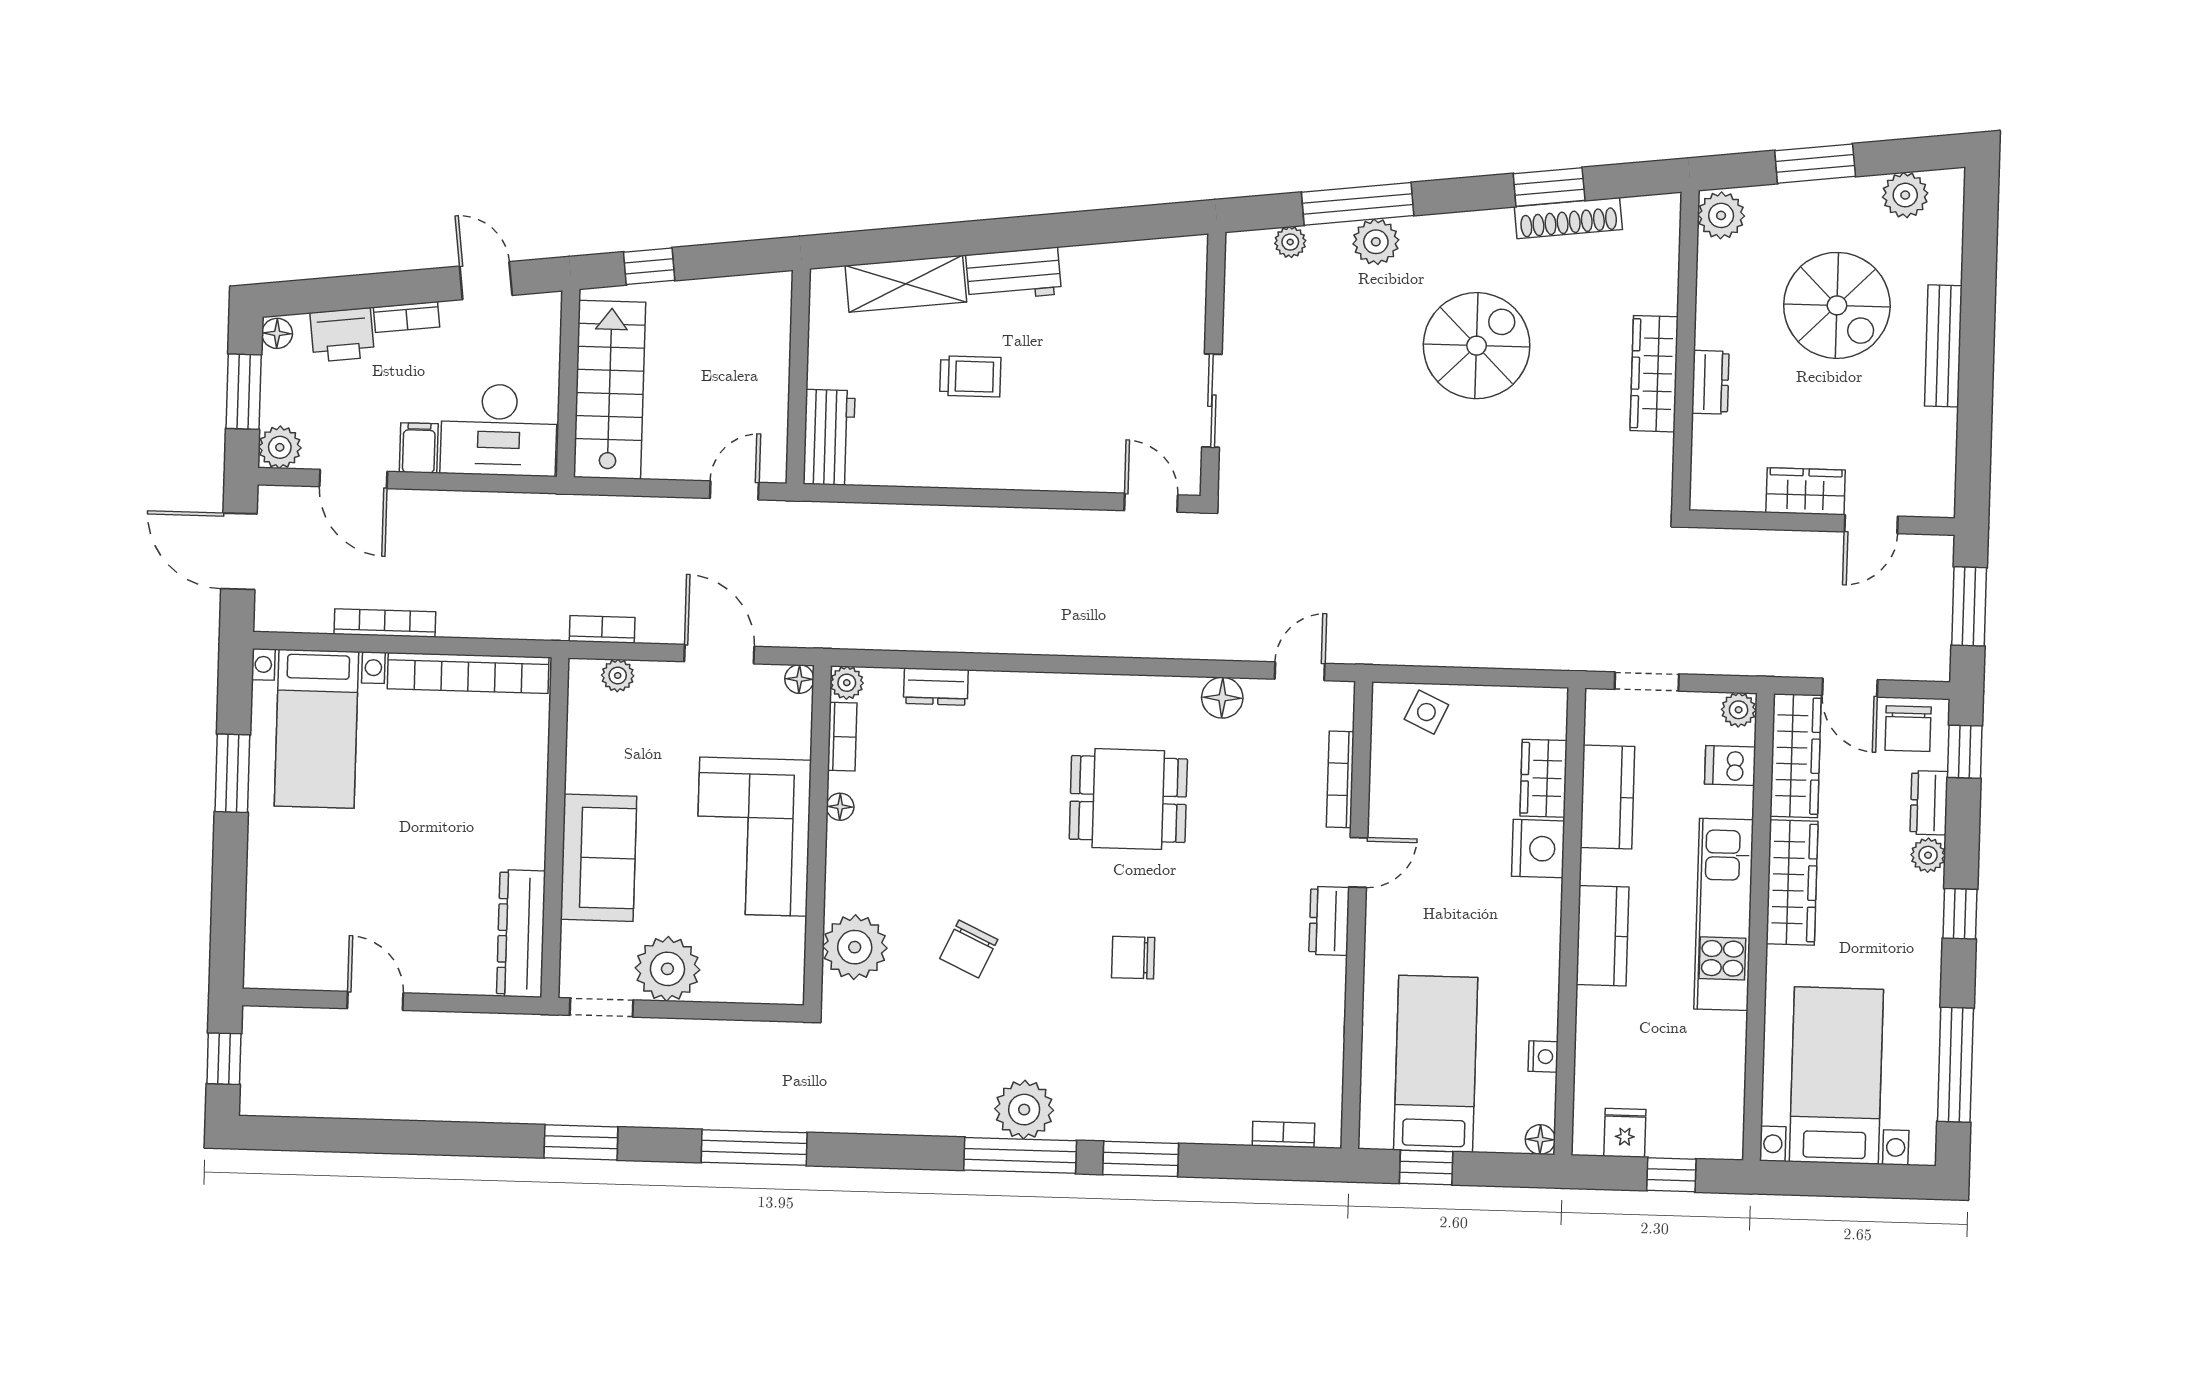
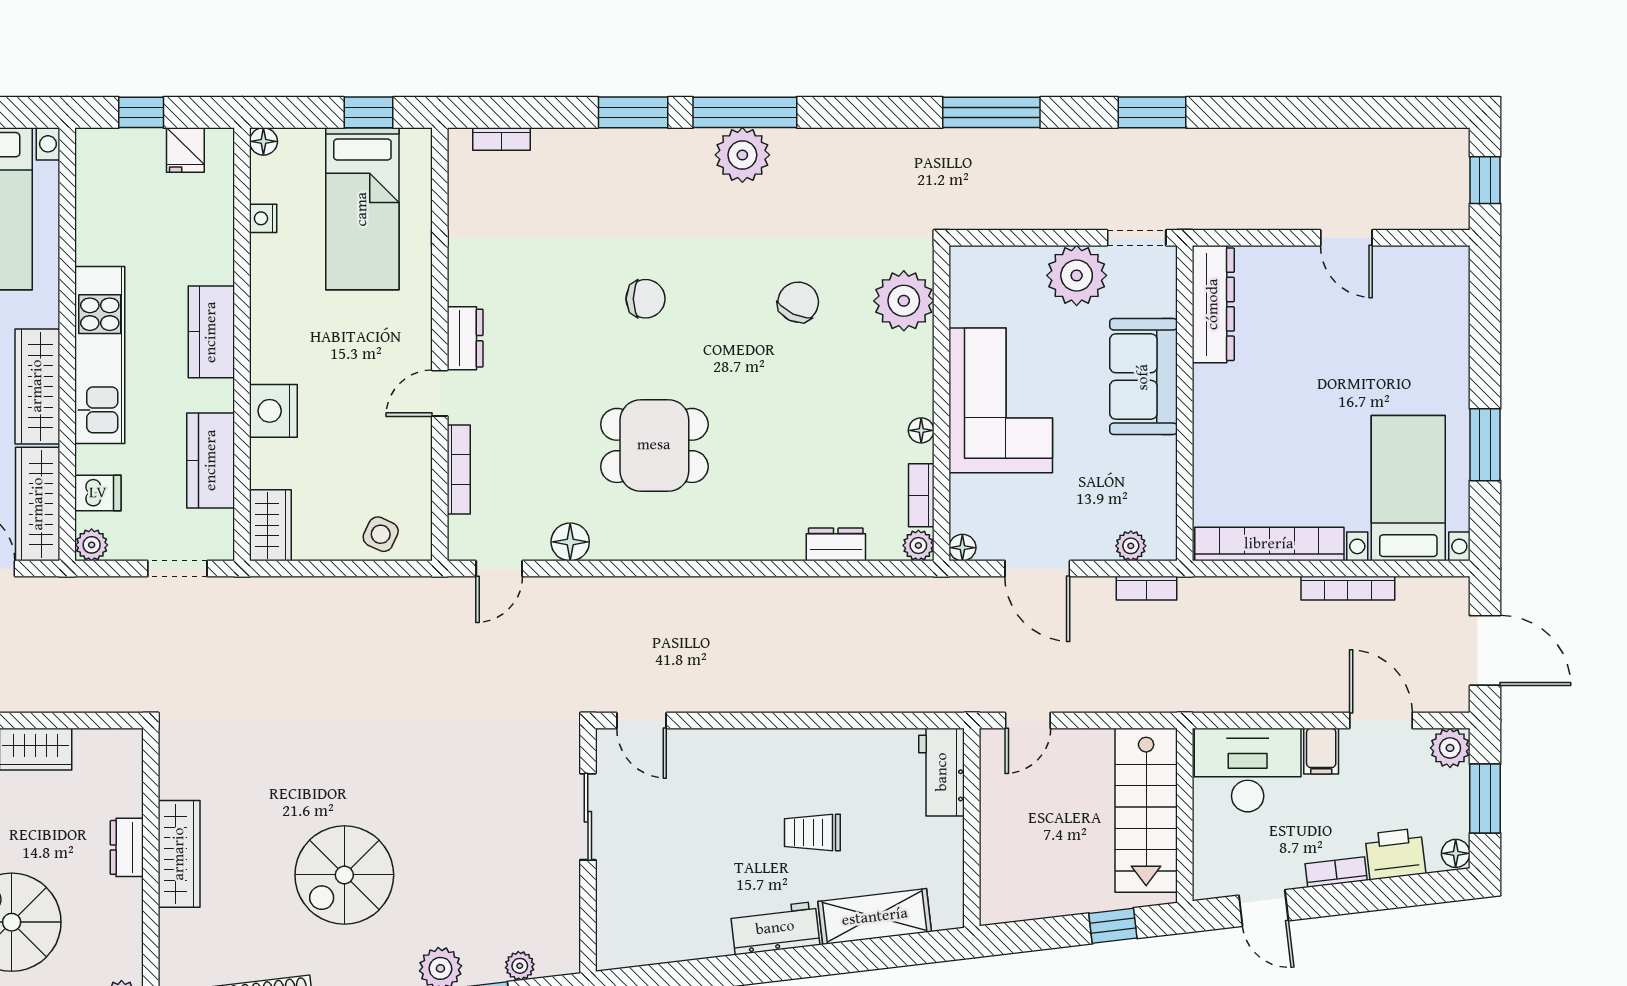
wardrobe: (1544, 778) -> (270, 525), moved

